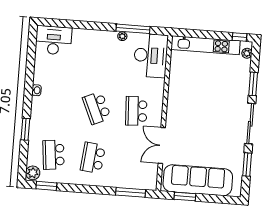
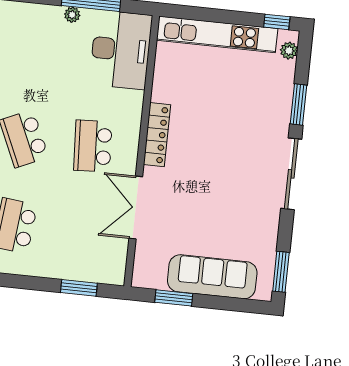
locker: (173, 103) -> (157, 135), added
window: (247, 164) -> (281, 272), moved
sofa: (198, 180) -> (212, 277), width x0.74, depth x0.79
window: (131, 192) -> (79, 288), width x0.69

